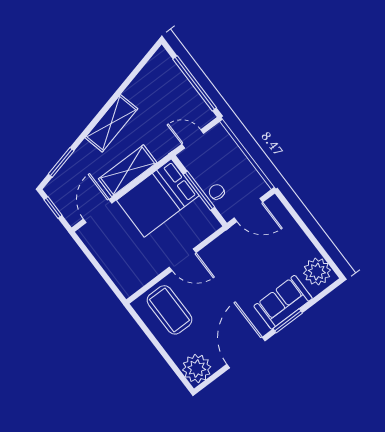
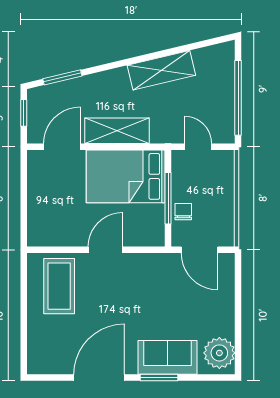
shelving: (111, 123) -> (161, 70), moved
door: (183, 260) -> (105, 250), swing flipped
plant: (197, 368) -> (43, 358), removed

